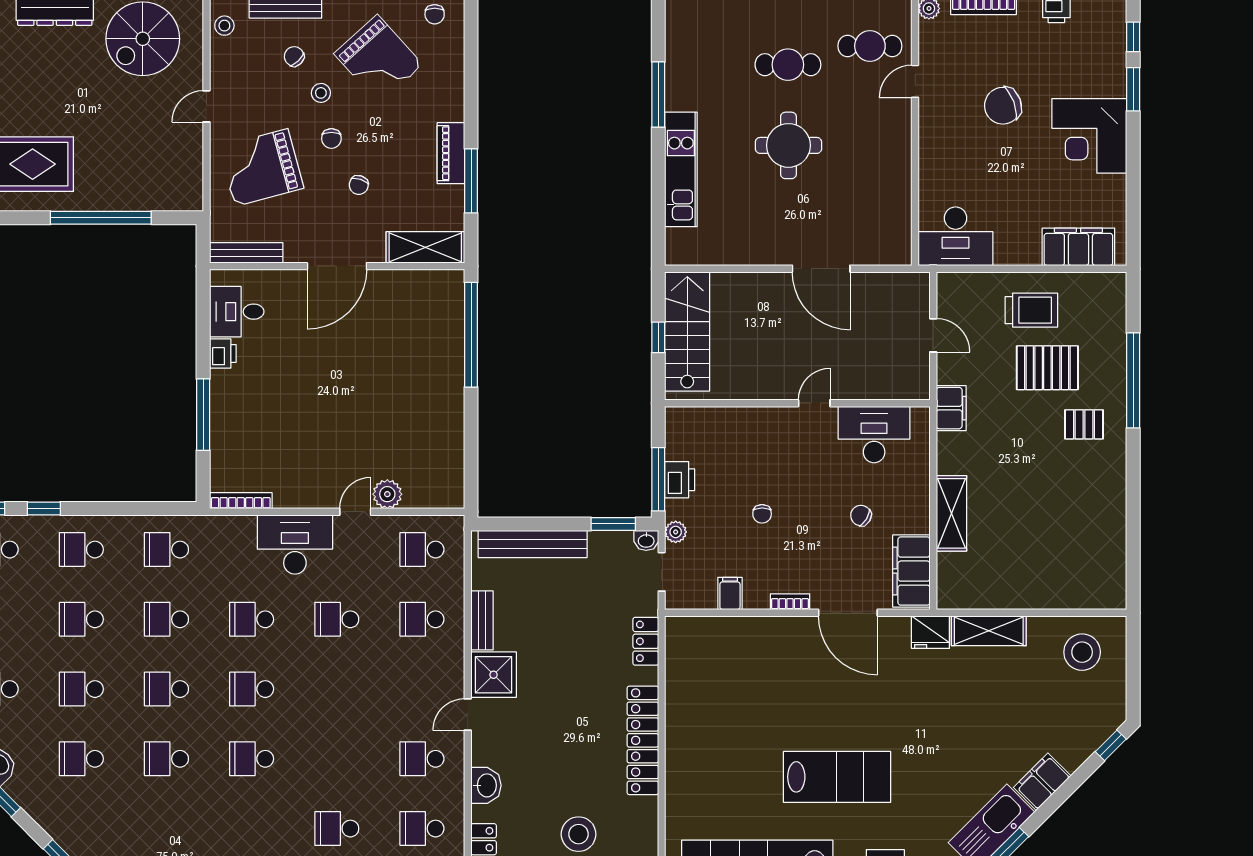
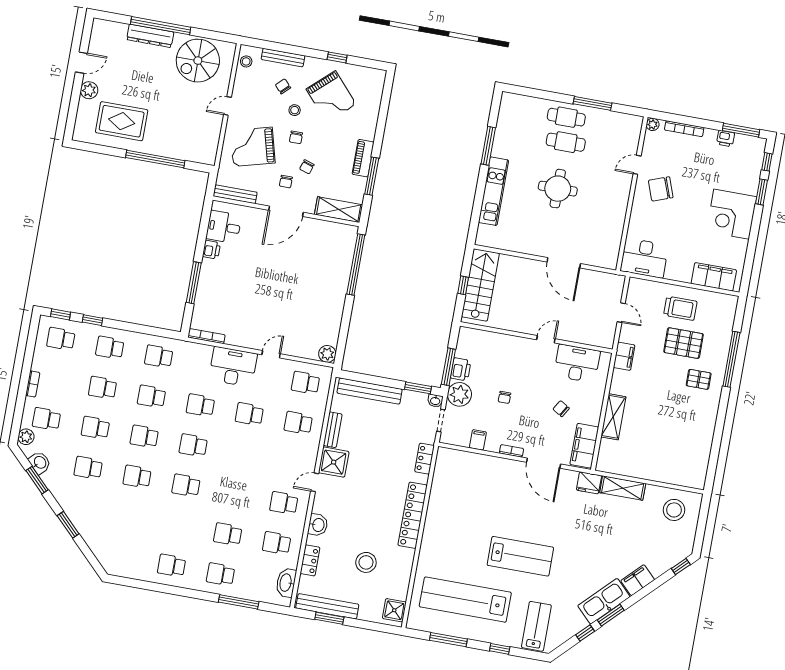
chair: (435, 14) -> (286, 182), moved
cafe table: (870, 46) -> (566, 117), moved
chair: (1003, 106) -> (661, 189), moved
plant: (387, 494) -> (327, 354), moved
plant: (676, 532) -> (459, 394), width x1.88, depth x1.88

